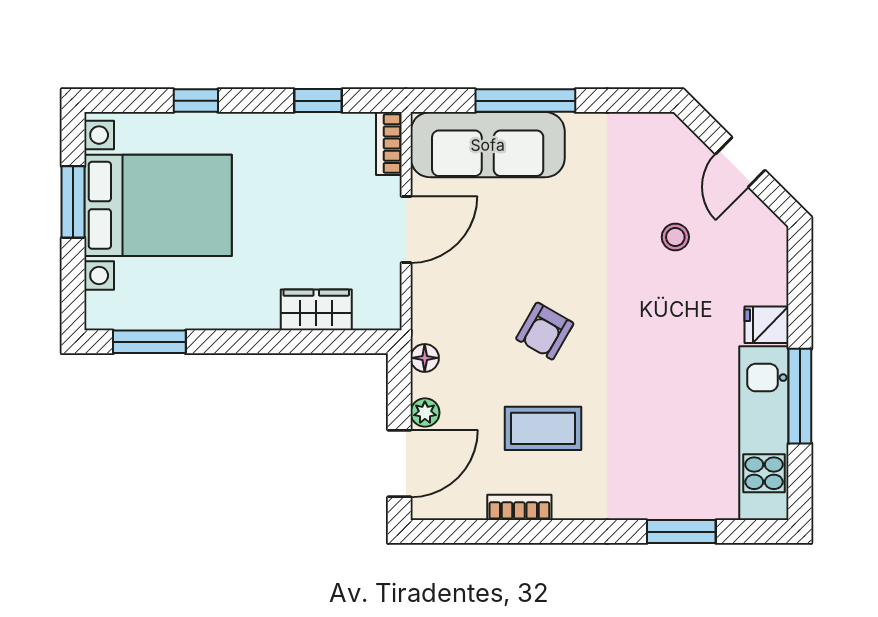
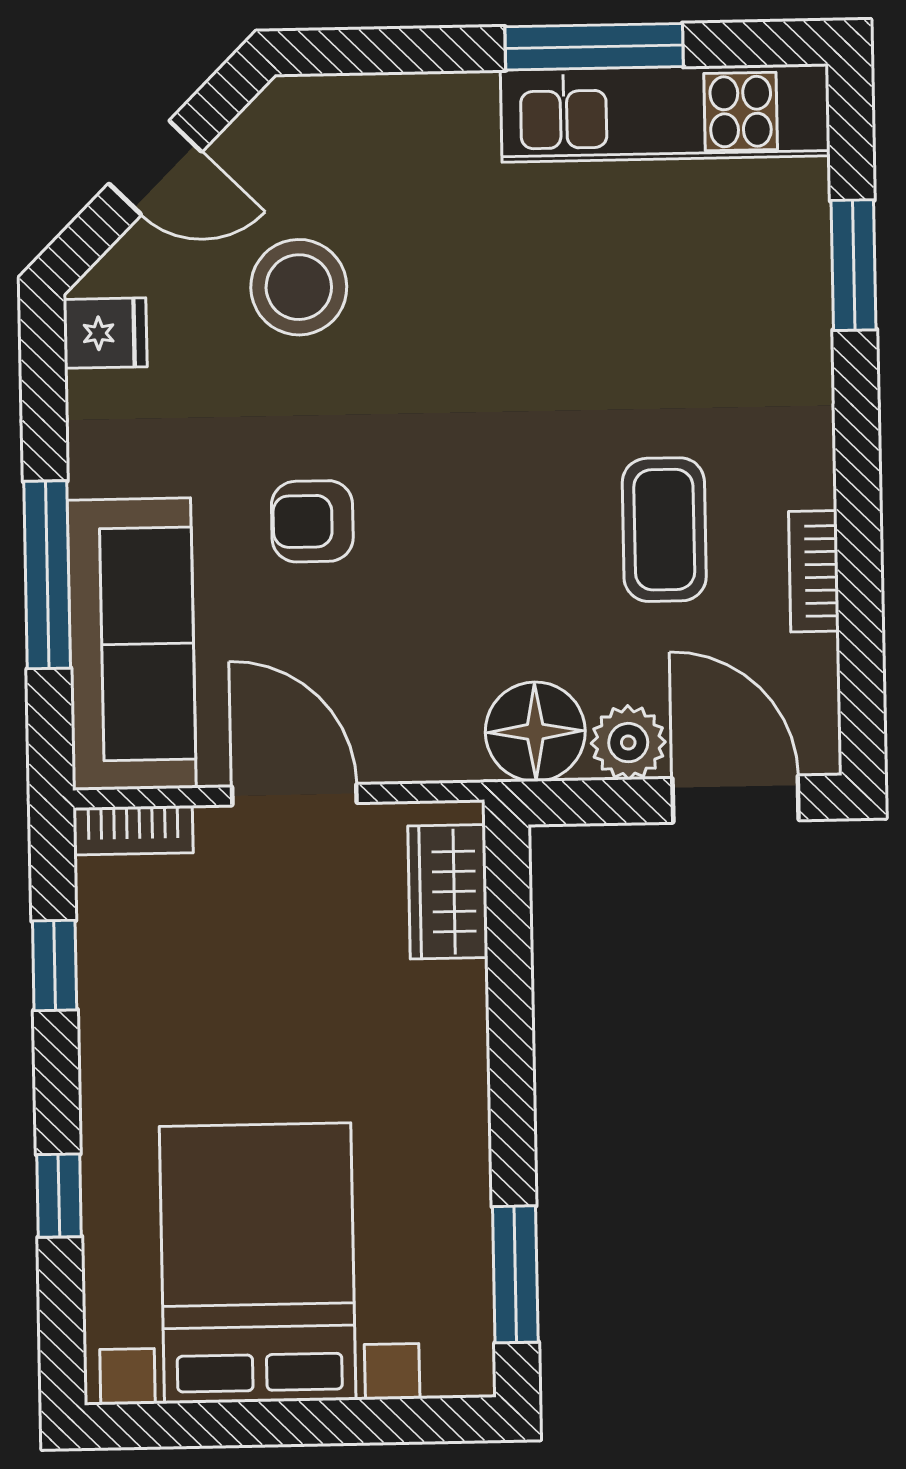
window: (73, 202) -> (254, 1423), removed
stool: (675, 237) -> (299, 287), width x1.89, depth x1.89
wardrobe: (316, 310) -> (448, 892), moved
fridge: (767, 325) -> (105, 333), moved, turned -90
armchair: (545, 331) -> (312, 521), moved, turned 150
floor lamp: (425, 358) -> (535, 732), width x1.89, depth x1.89
plant: (425, 413) -> (628, 743), width x1.38, depth x1.38

